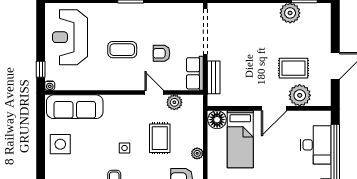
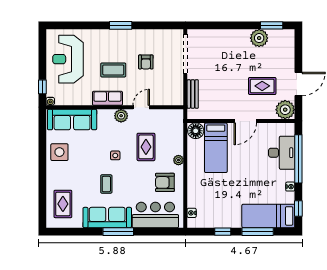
armchair: (161, 53) -> (146, 62), moved, turned -90
row of seats: (195, 73) -> (107, 98), moved, turned 90
door: (154, 93) -> (141, 107), hinge flipped
plant: (300, 95) -> (285, 110), moved
plant: (174, 102) -> (121, 116), moved

